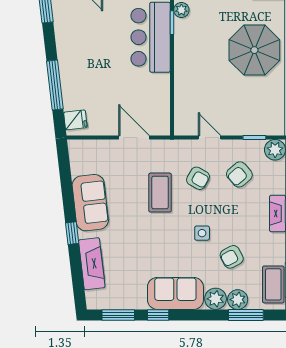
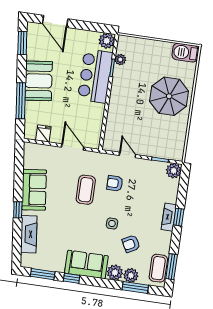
booth: (75, 55) -> (39, 81), added
fridge: (75, 120) -> (43, 133), moved, turned -83
armchair: (239, 174) -> (145, 185), removed
armchair: (198, 178) -> (115, 183), turned 151

